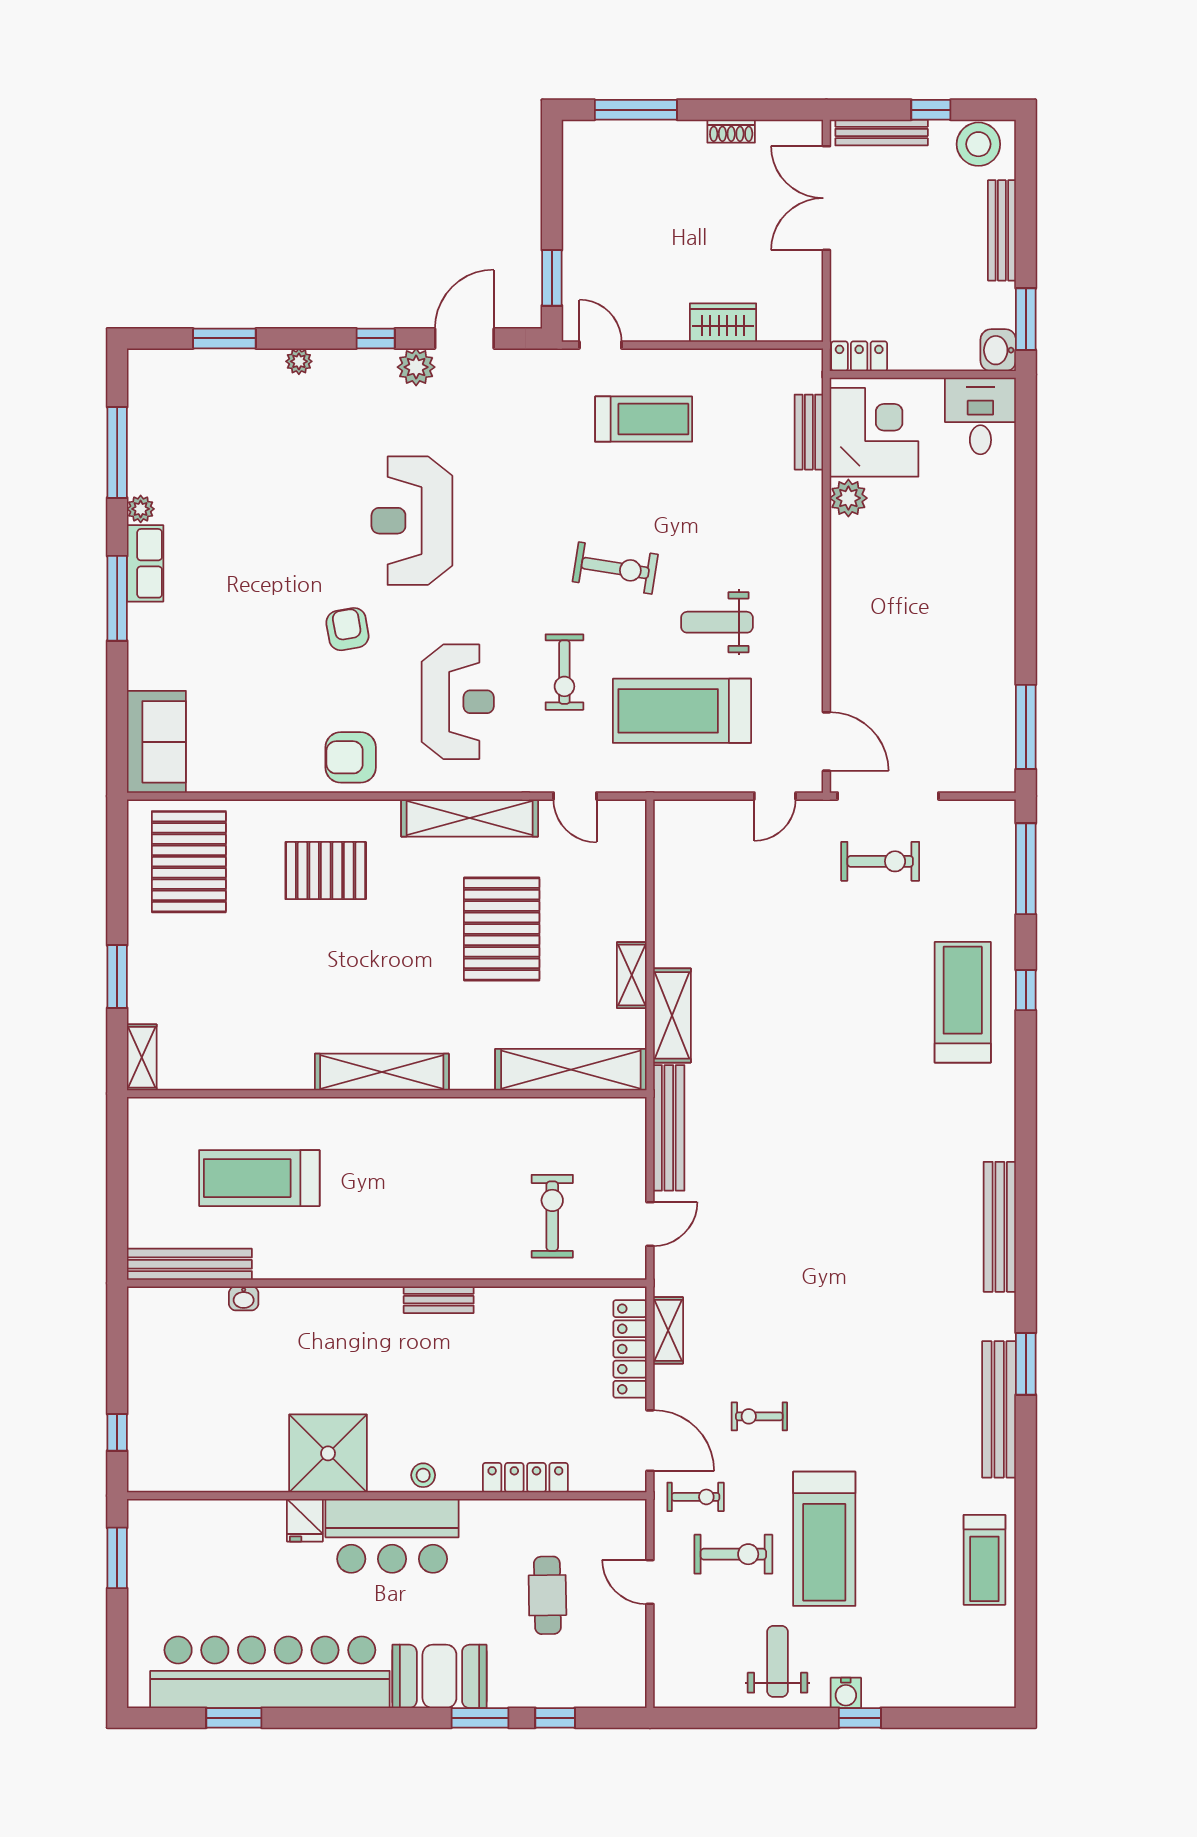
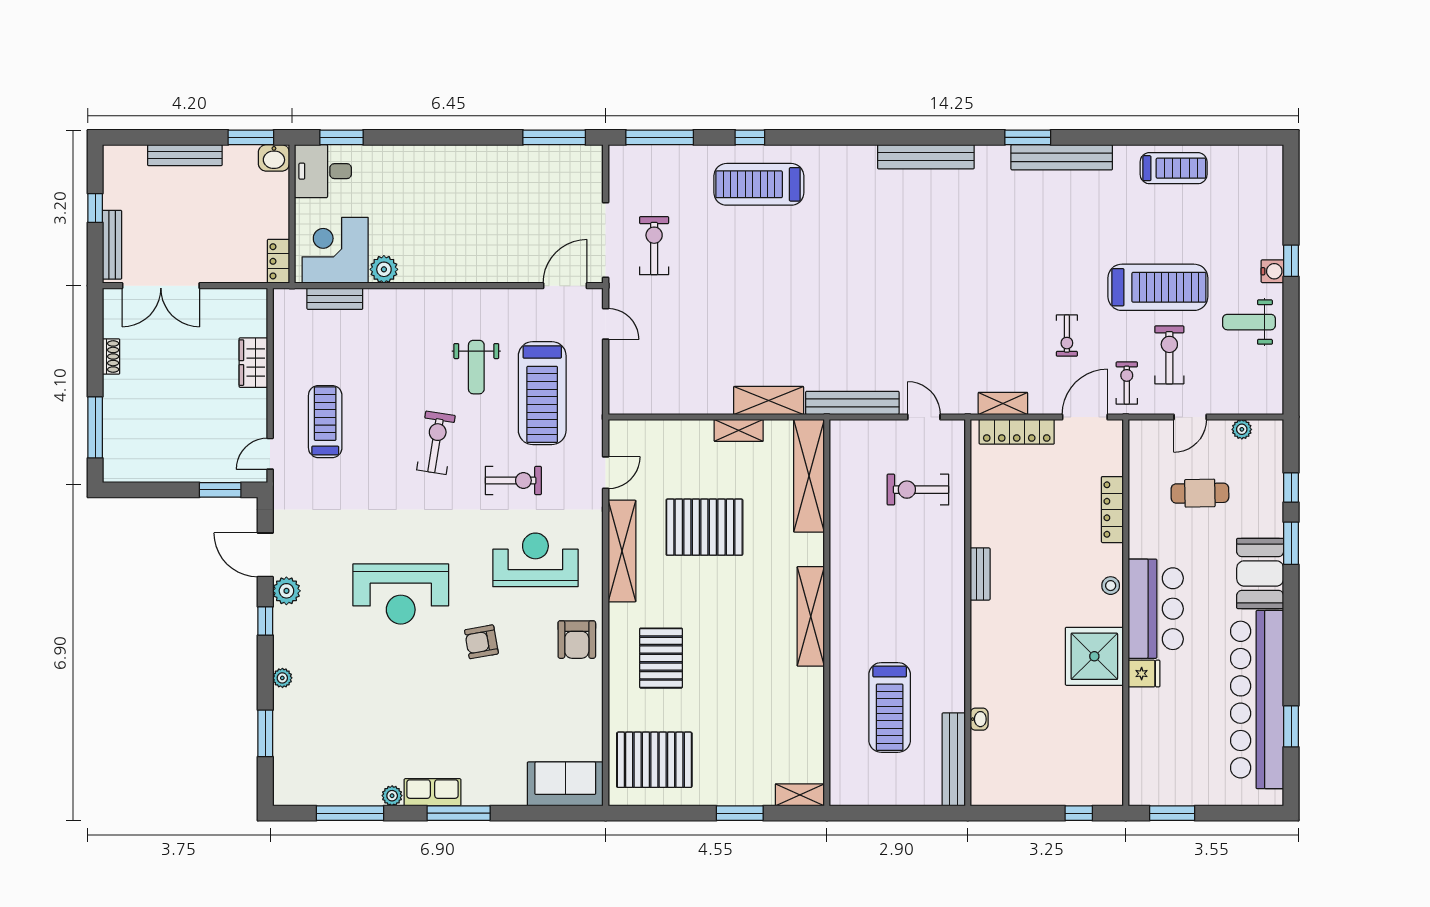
stool: (978, 144) -> (121, 173), removed
window: (1026, 441) -> (341, 137), added
plant: (633, 1652) -> (1242, 429), added

